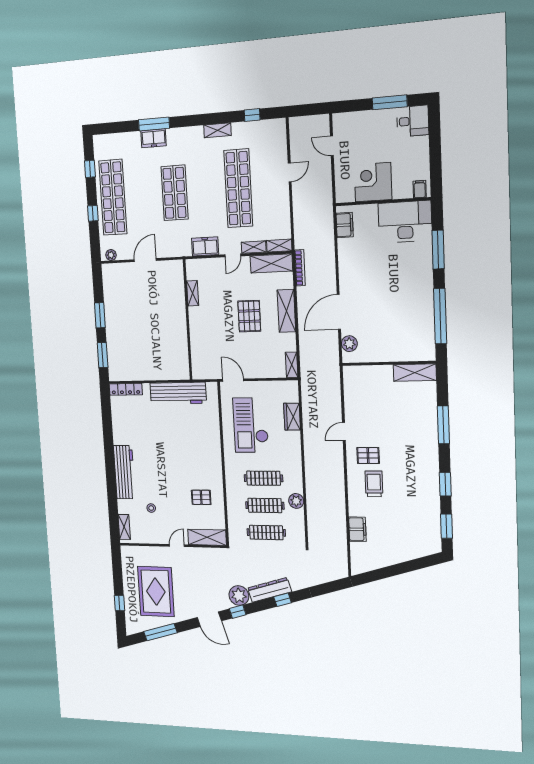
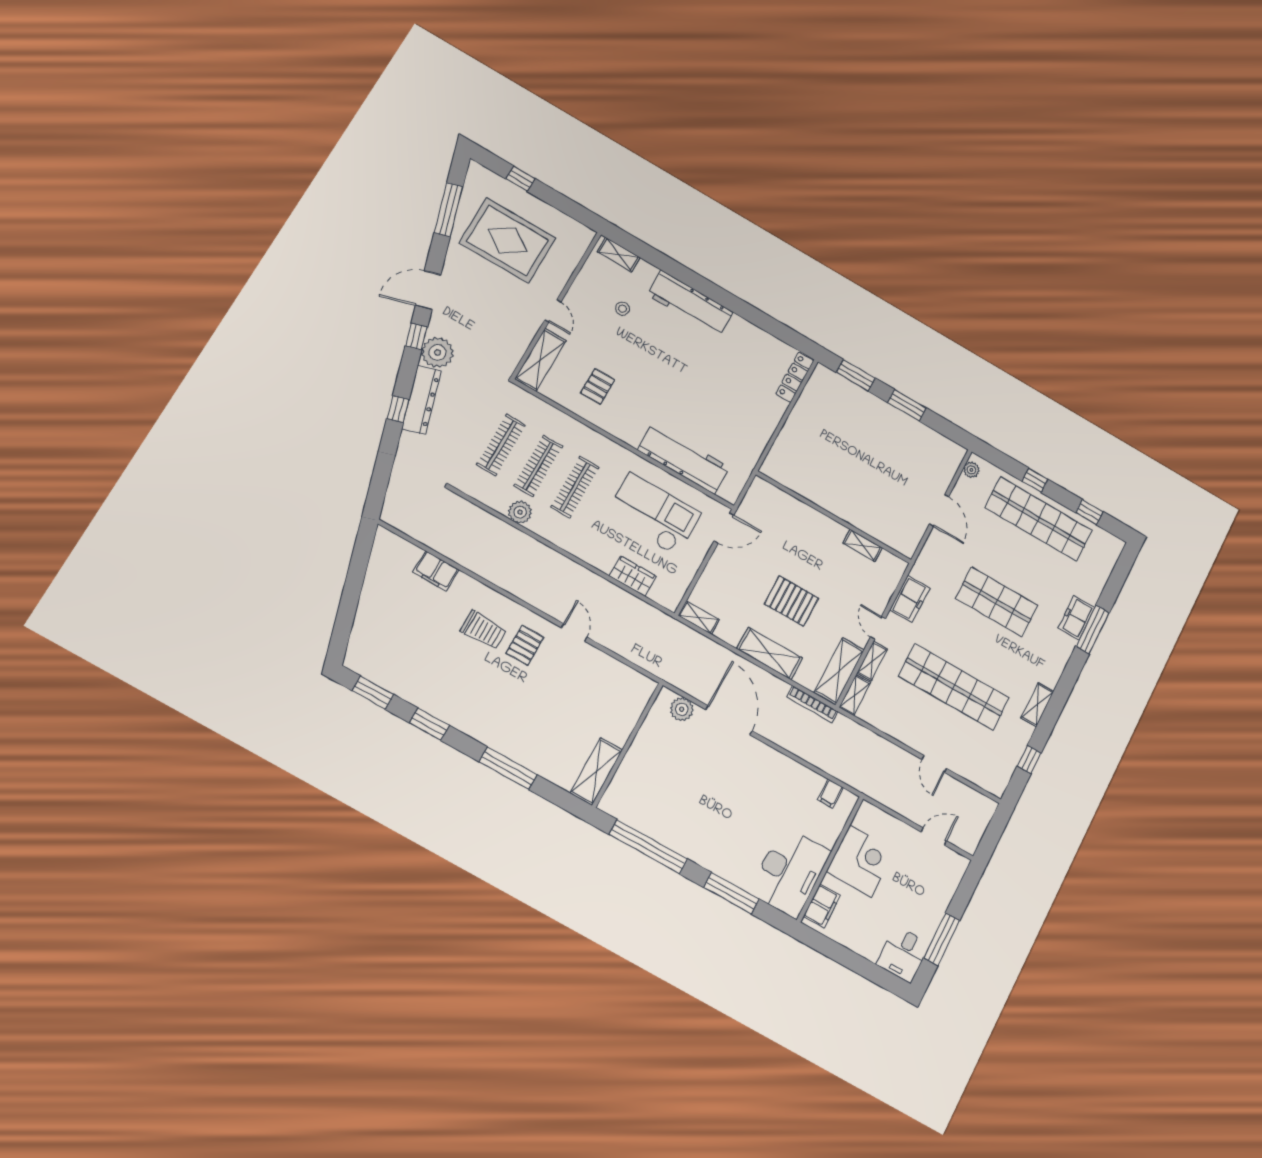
filing cabinet: (420, 189) -> (822, 906), width x2.00
filing cabinet: (345, 225) -> (830, 794), width x0.50
workbench: (178, 393) -> (683, 458), moved, turned 90

